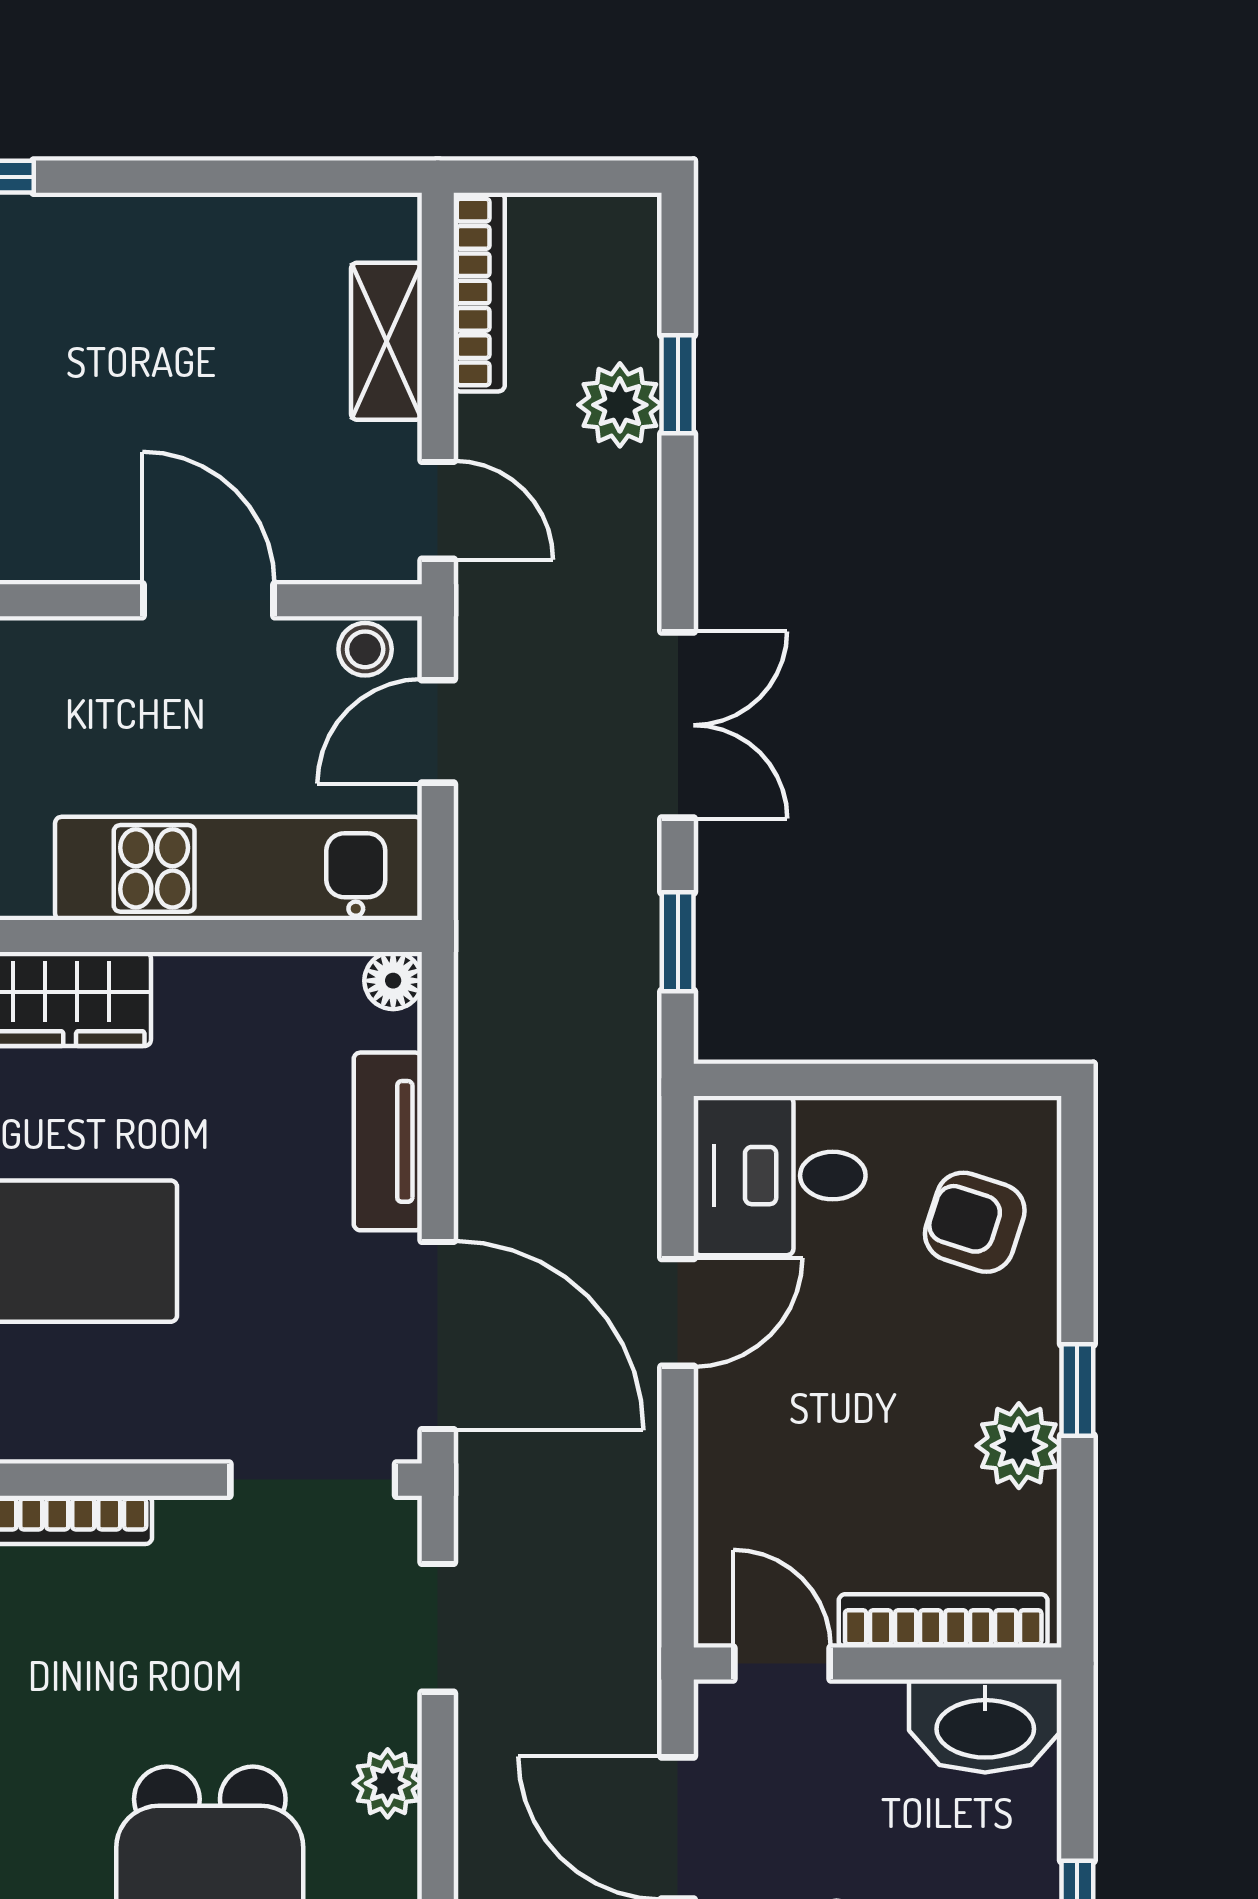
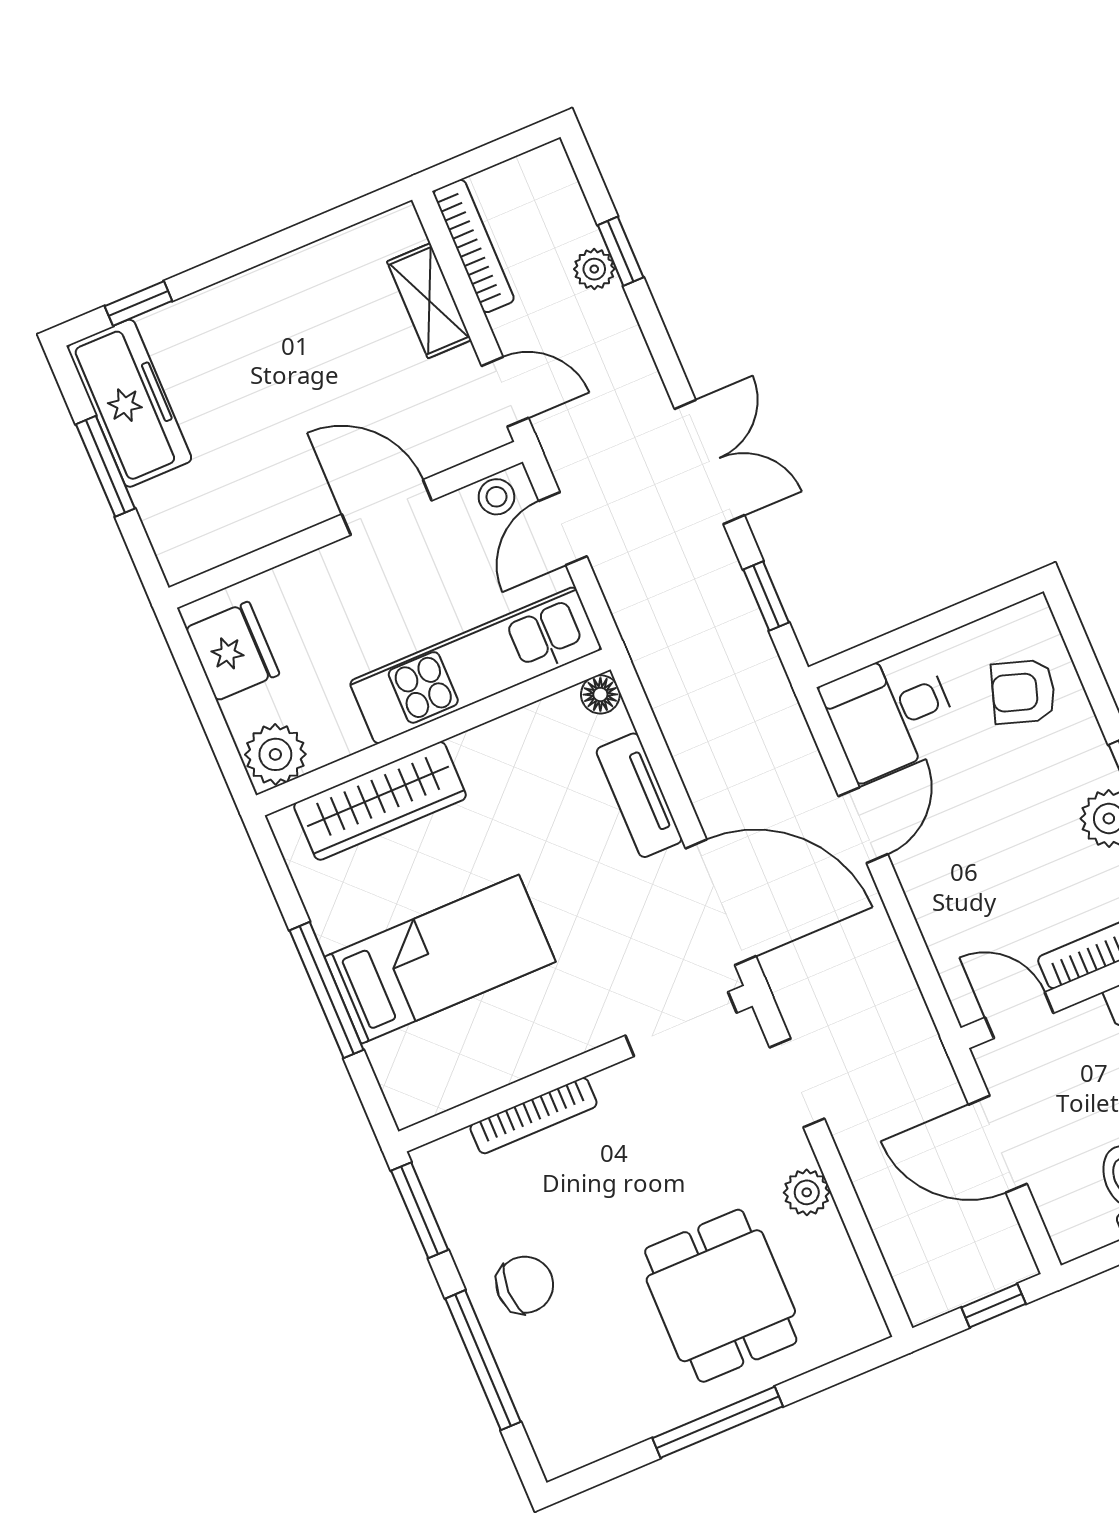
plant: (620, 405) -> (594, 269), width x0.73, depth x0.73

